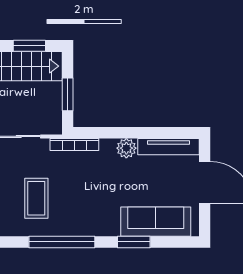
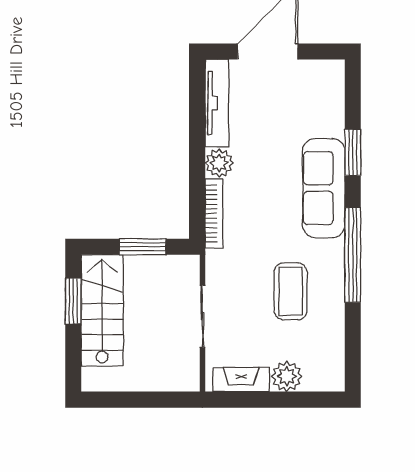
bookcase: (74, 144) -> (214, 214), moved
coffee table: (36, 198) -> (291, 291), turned 90
sofa: (156, 222) -> (324, 188), moved

